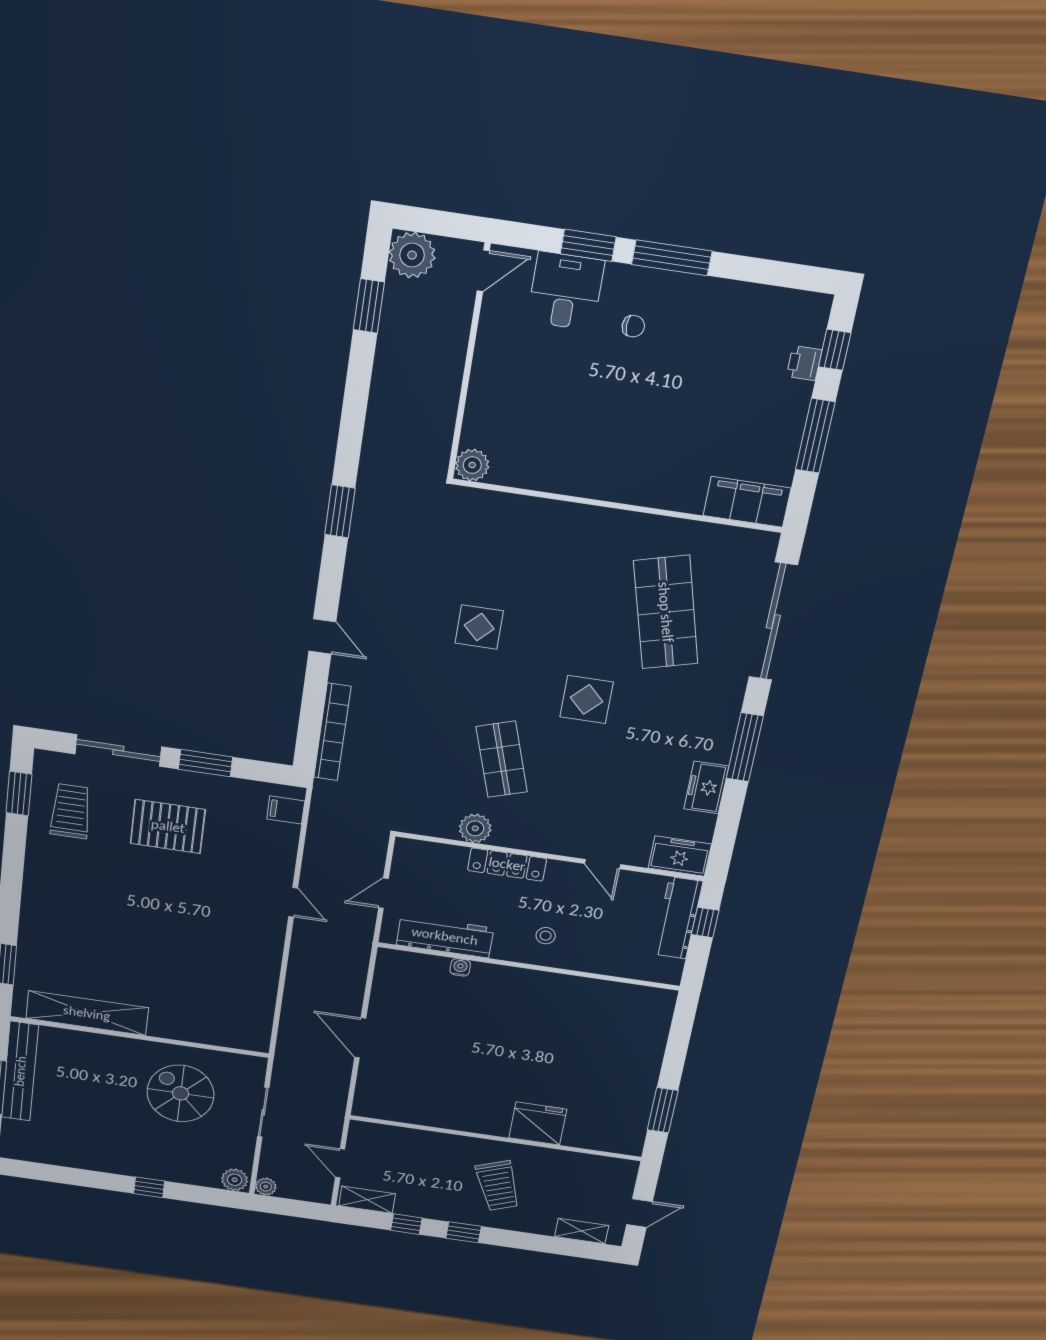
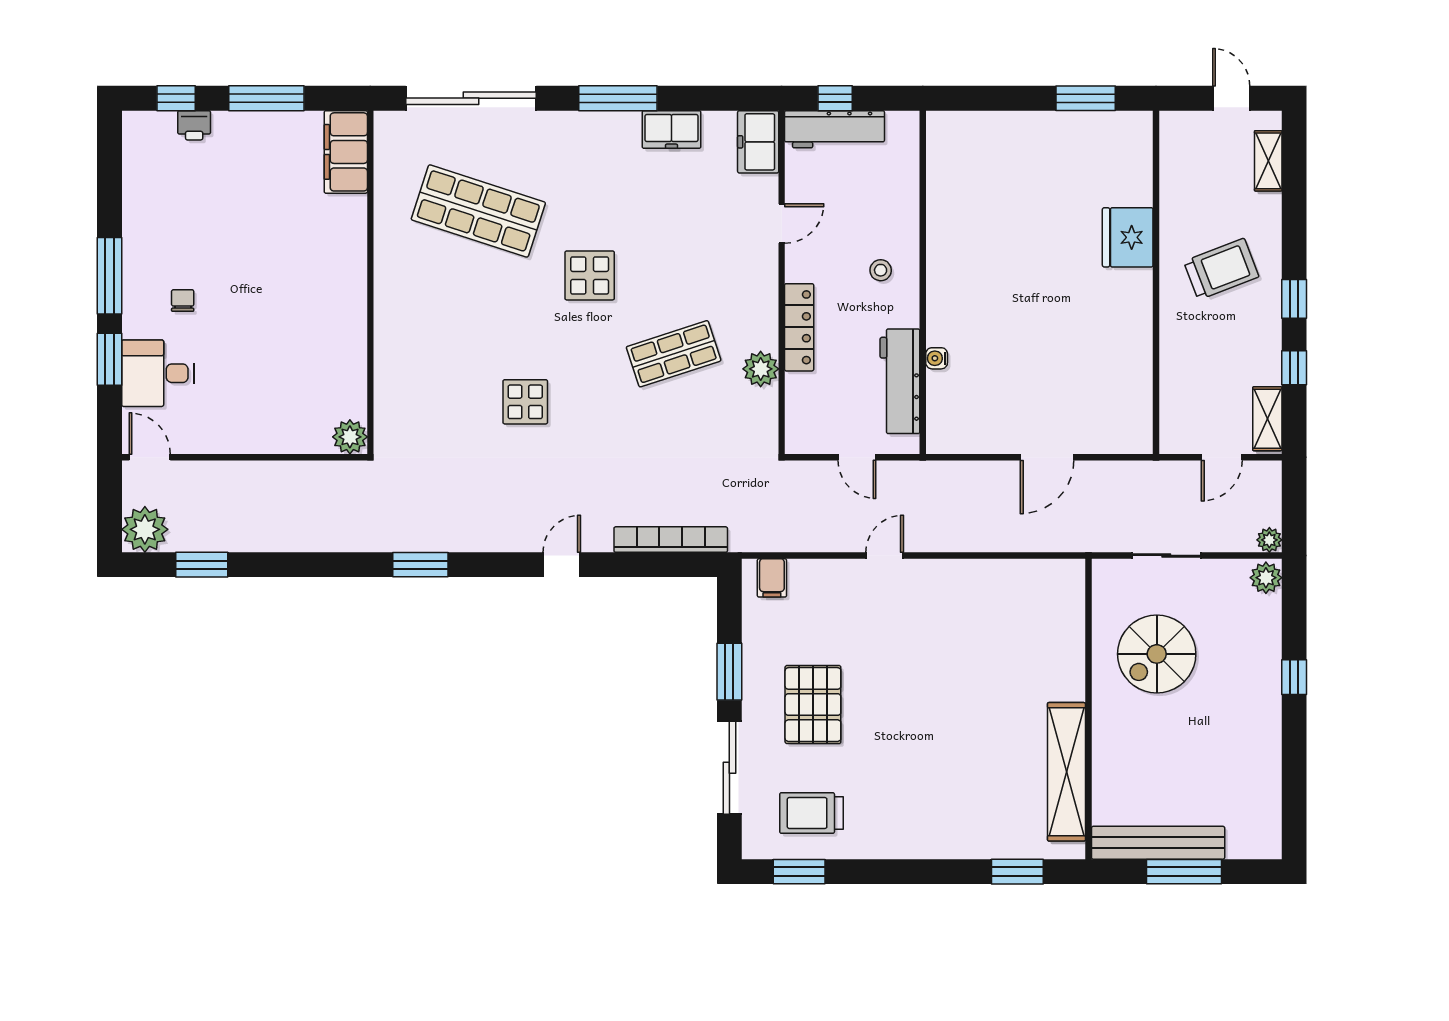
shop shelf: (666, 612) -> (478, 211), turned 33

